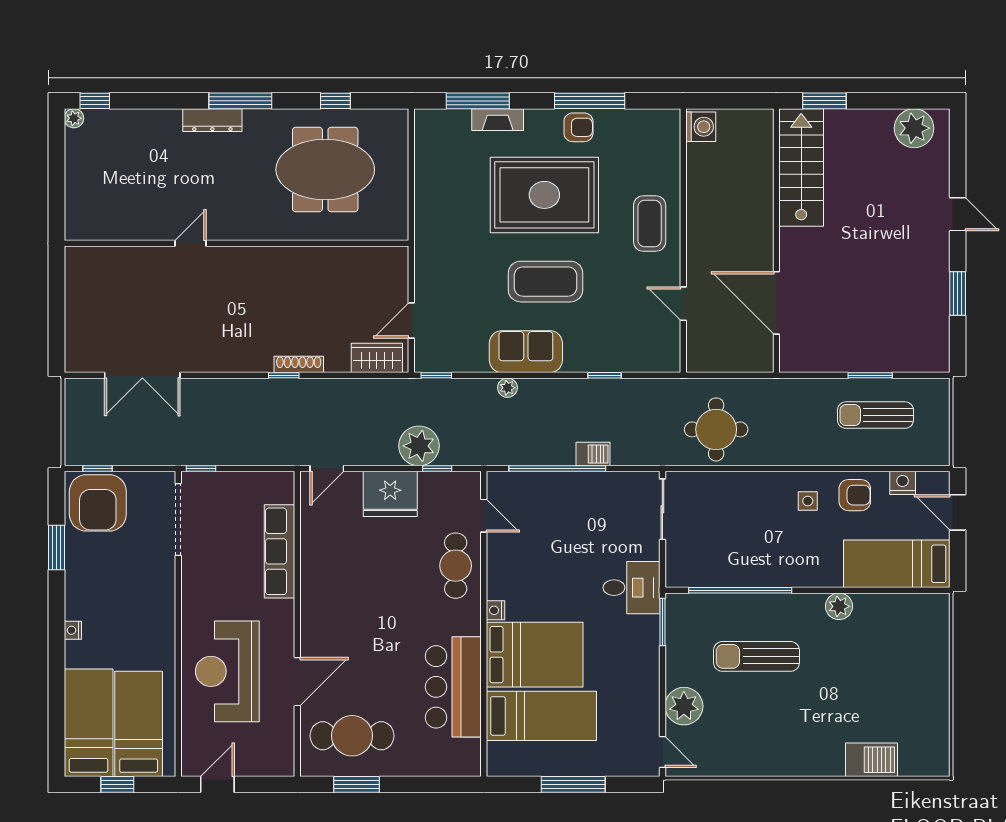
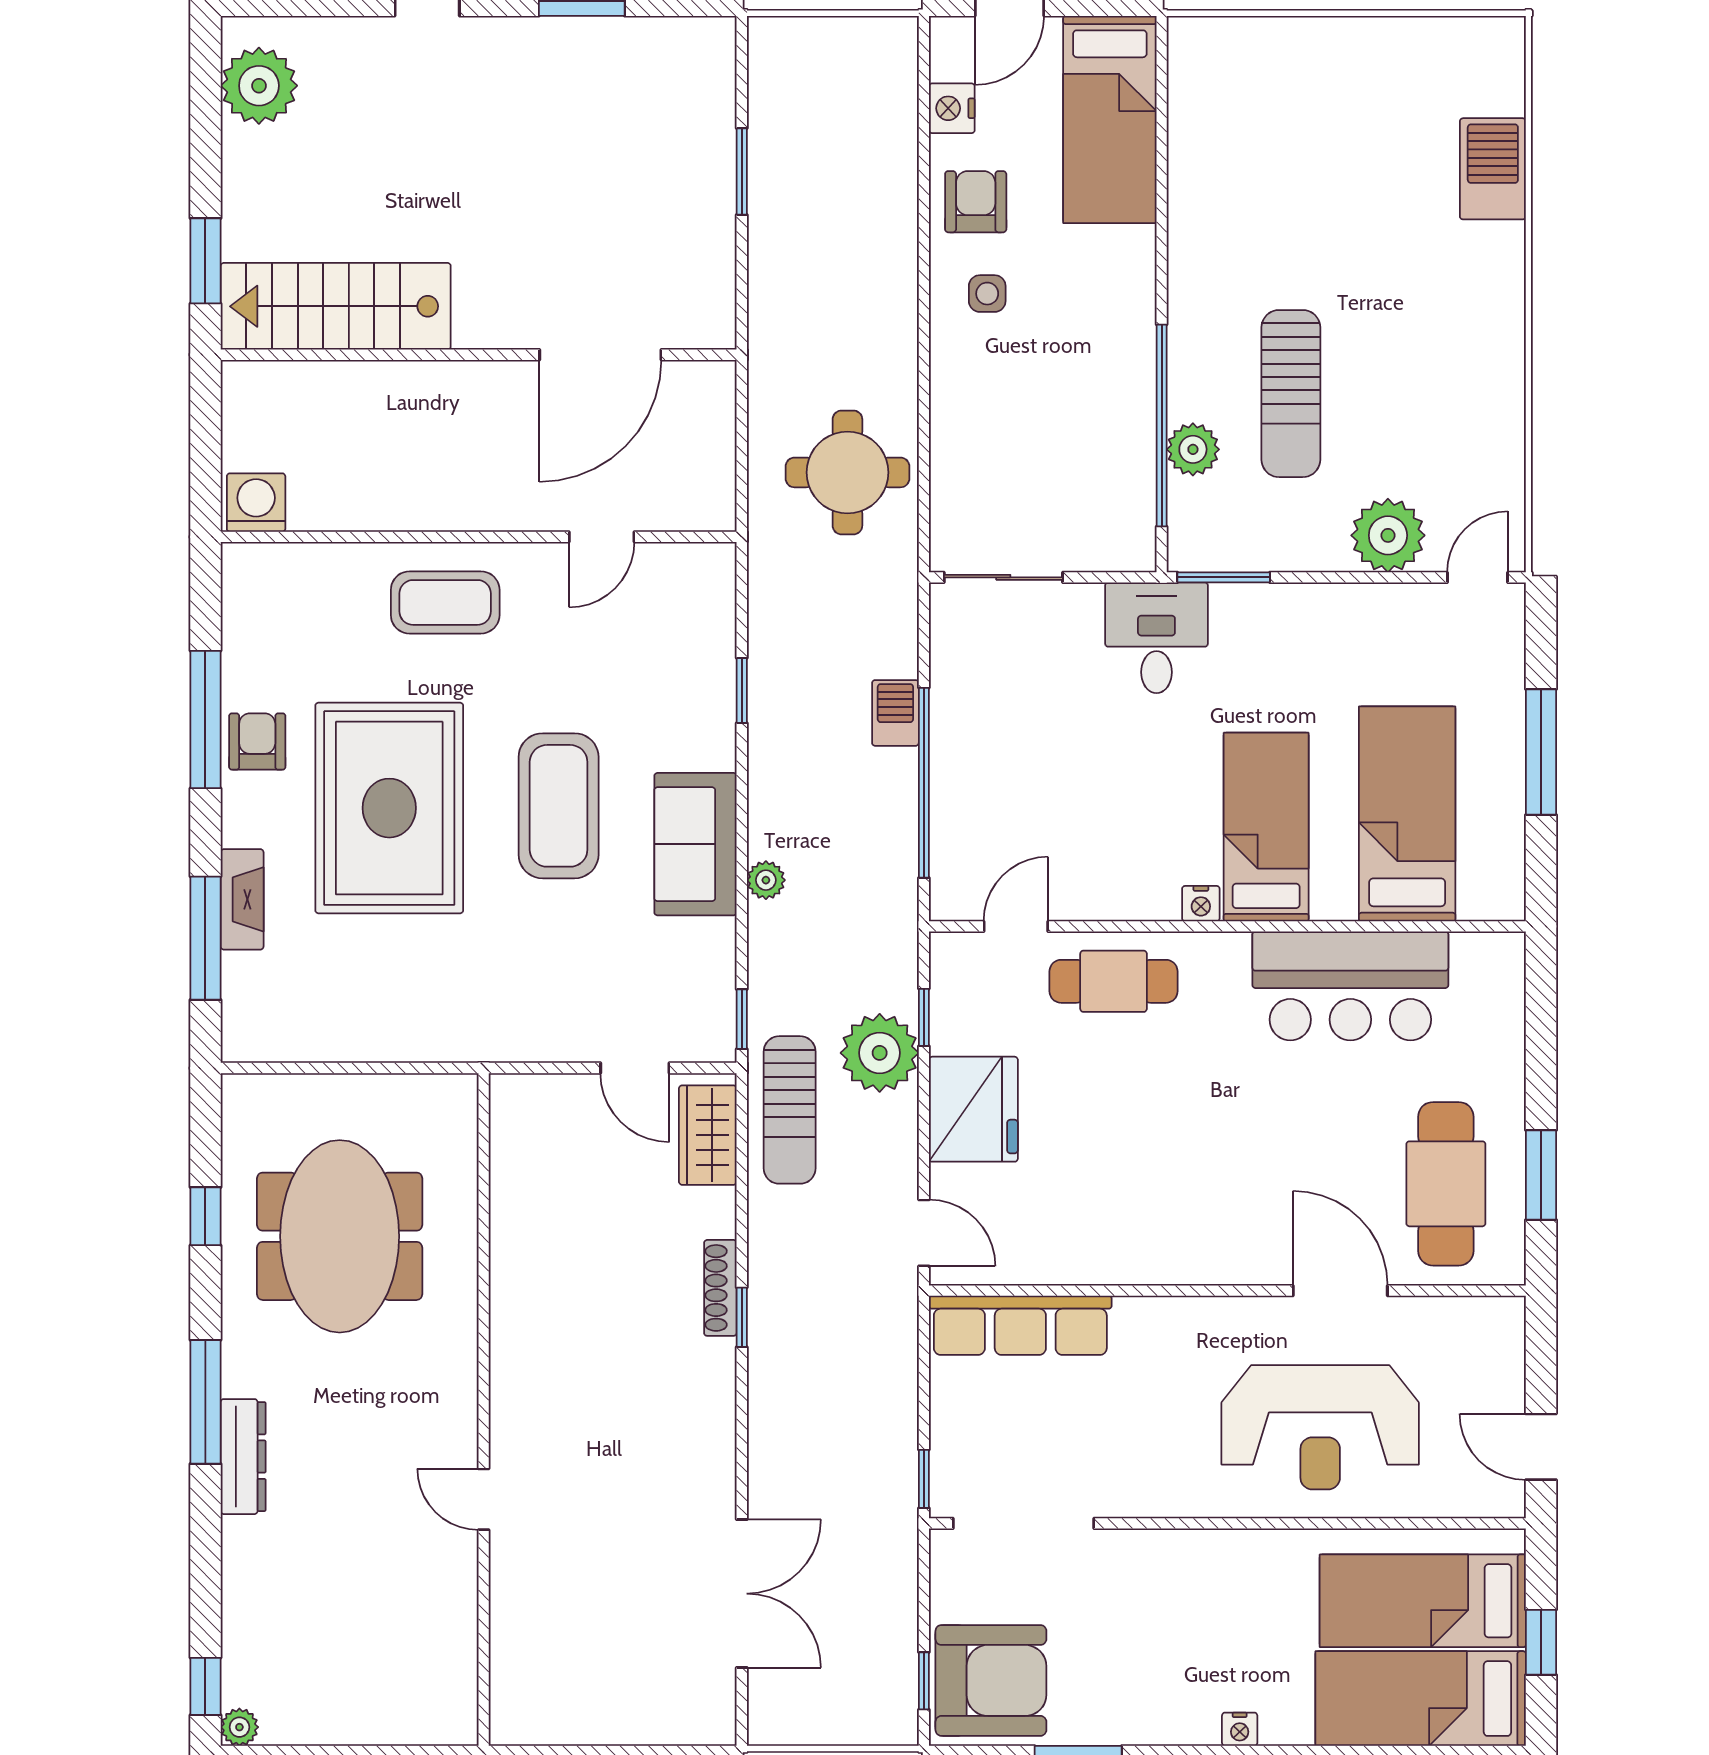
sun lounger: (875, 415) -> (790, 1110), moved
row of seats: (280, 551) -> (1020, 1325), moved
plant: (839, 606) -> (1193, 449), moved
bed: (535, 655) -> (1266, 827), width x0.67

